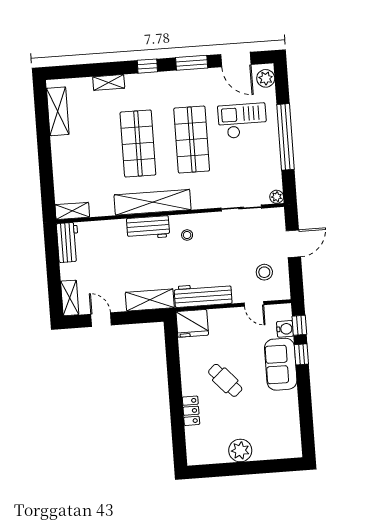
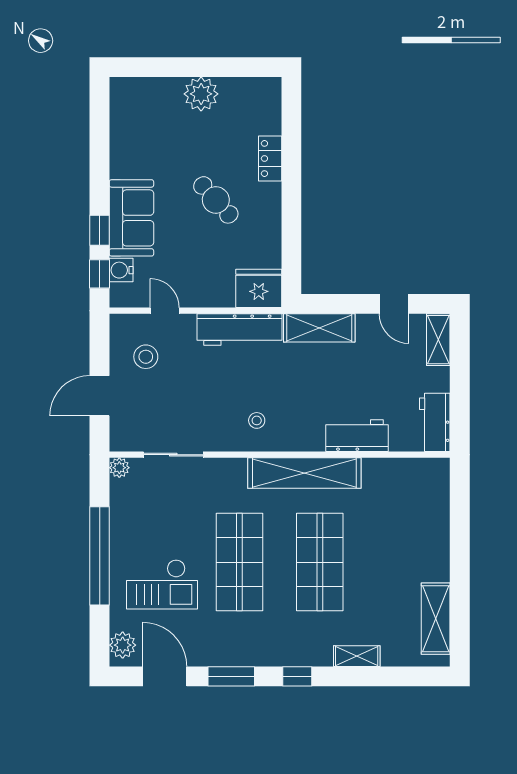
shelving: (72, 211) -> (425, 469), removed
workbench: (148, 228) -> (357, 436), moved

